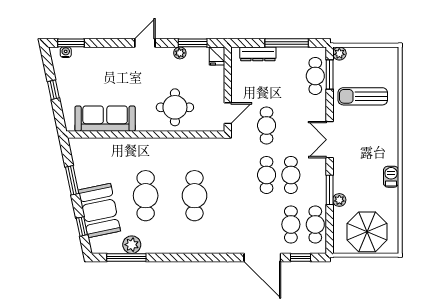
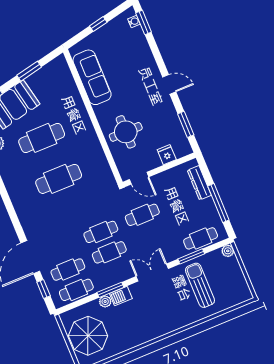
plant: (180, 53) -> (173, 117), removed
fridge: (217, 56) -> (167, 155), moved, turned 90
window: (330, 74) -> (191, 256), moved
barbecue: (391, 177) -> (121, 296), moved, turned 180

